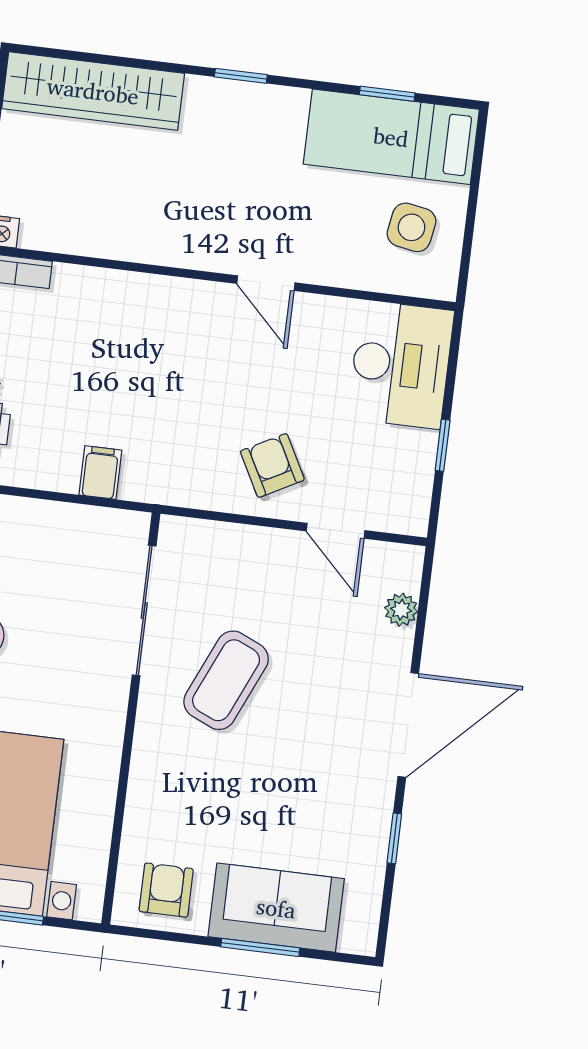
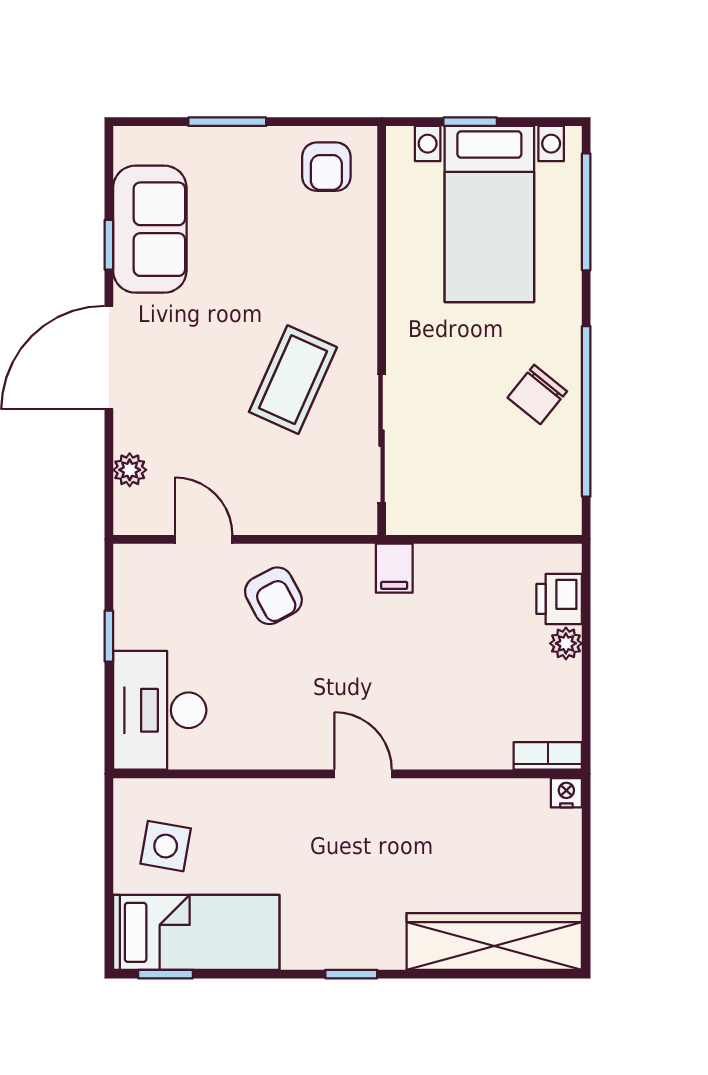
window: (387, 94) -> (165, 974), moved
door: (266, 283) -> (363, 774), moved
filing cabinet: (100, 472) -> (394, 568), moved
sofa: (276, 908) -> (150, 229), moved, turned -90

